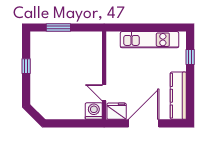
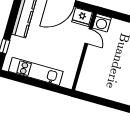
window: (58, 28) -> (112, 104), removed

